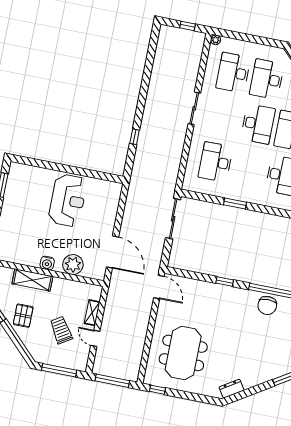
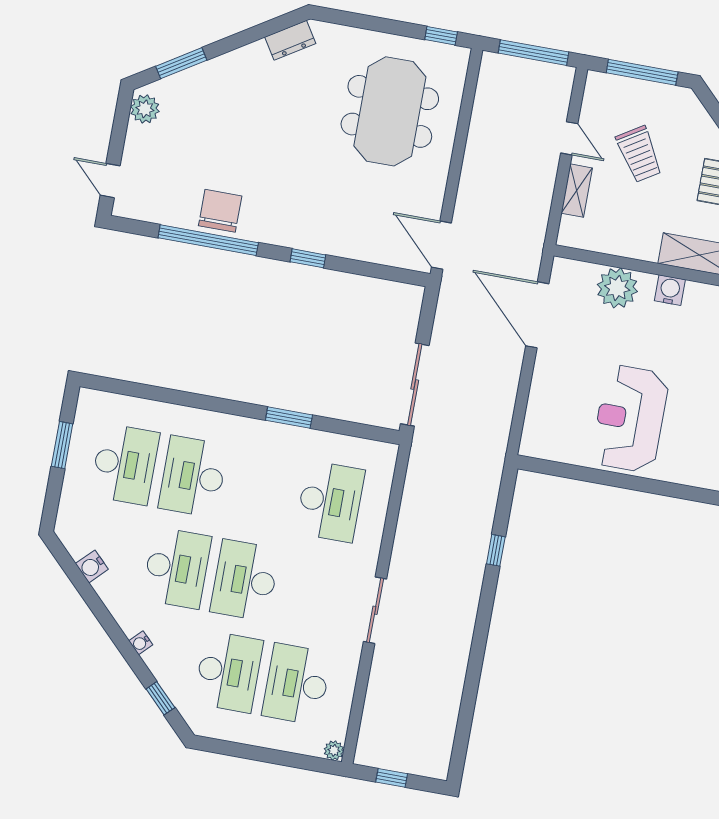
desk: (233, 73) -> (297, 684), turned 180

